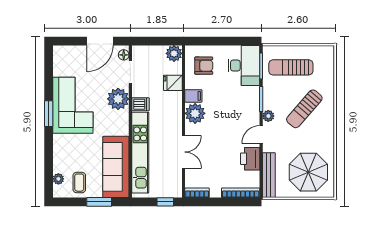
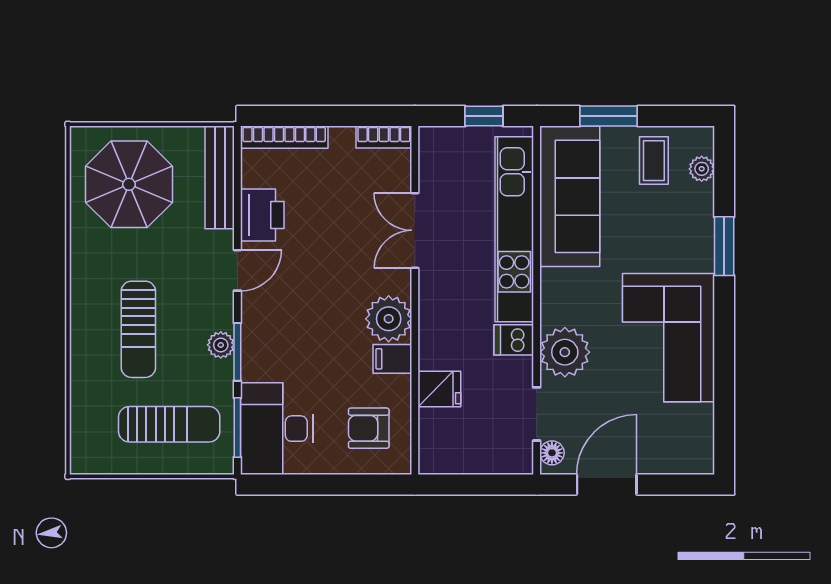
plant: (174, 53) -> (437, 456), removed
sun lounger: (304, 109) -> (138, 329), turned 139
window: (49, 114) -> (724, 246), moved
plant: (268, 116) -> (221, 345), moved
window: (165, 202) -> (484, 116), moved

